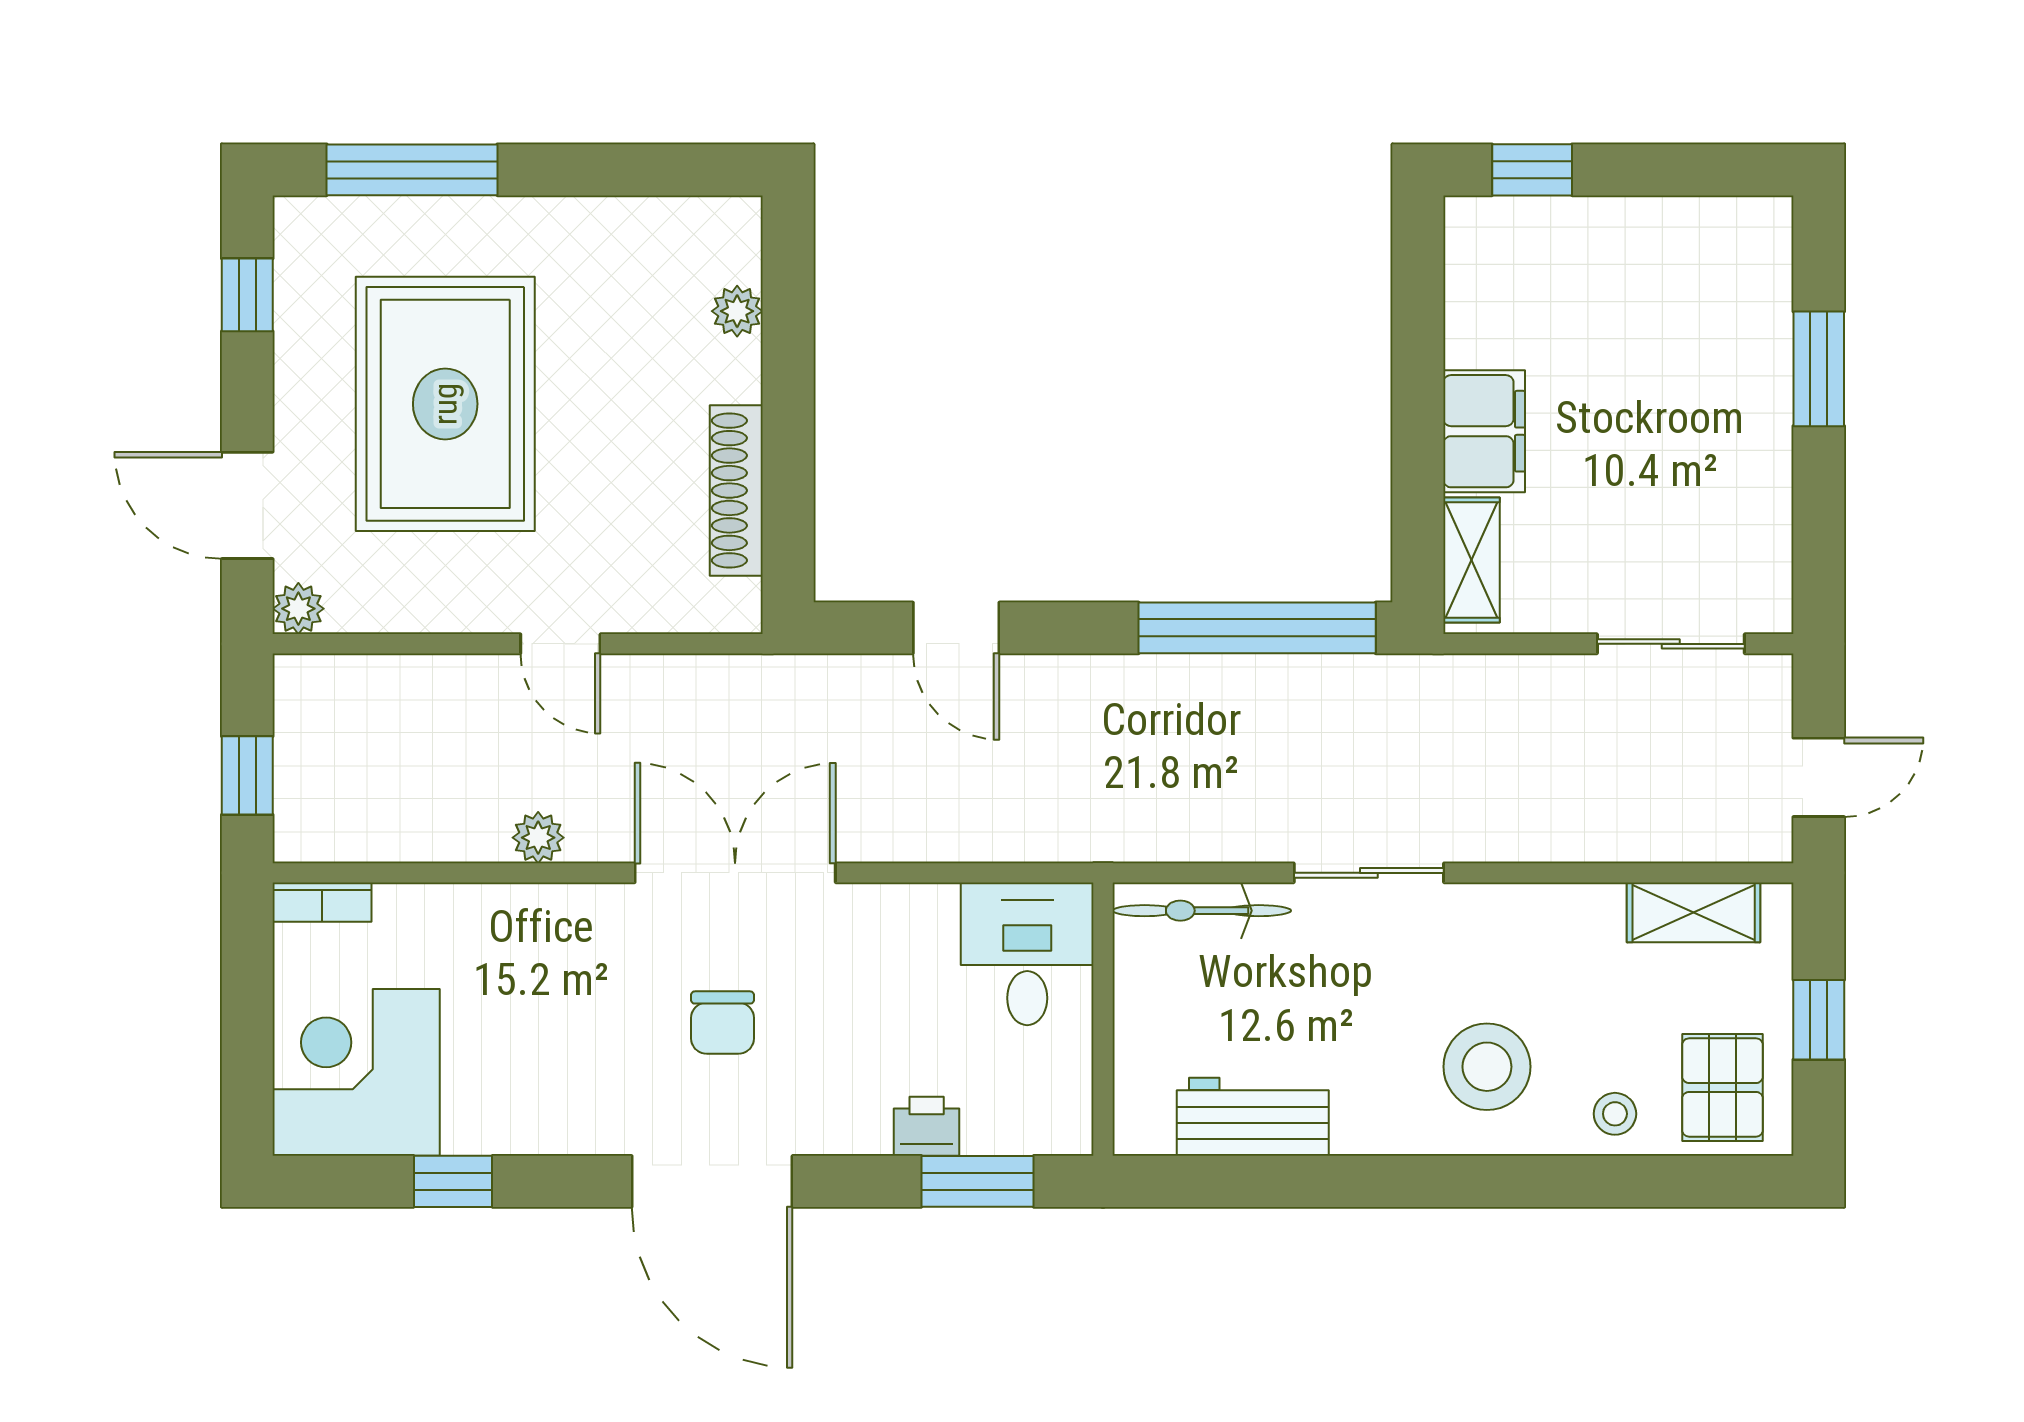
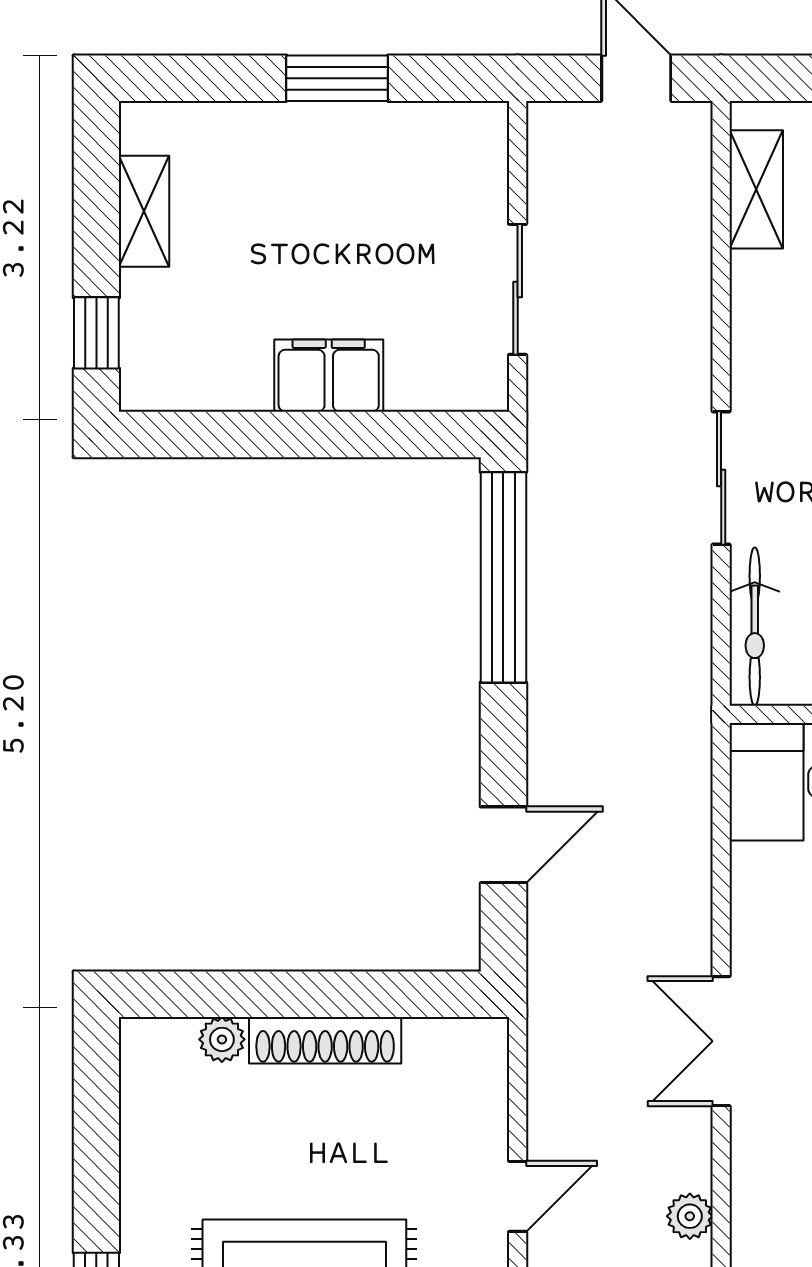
window: (1819, 369) -> (337, 78), moved
shoe rack: (736, 491) -> (325, 1040), moved
shelving: (1472, 560) -> (144, 211), moved, turned 90
sliding door: (1671, 644) -> (518, 289), moved
double door: (735, 873) -> (721, 1041), width x0.73

